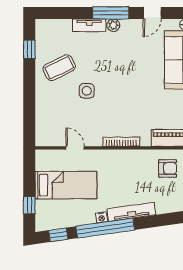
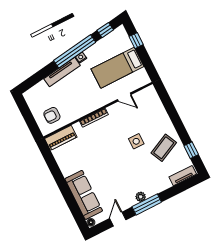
tv unit: (89, 25) -> (183, 176), moved

